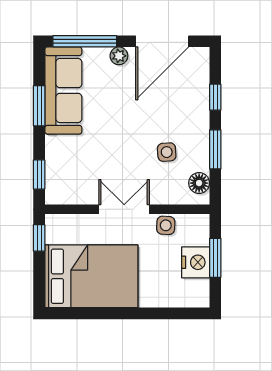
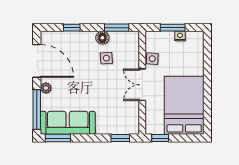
window: (39, 106) -> (58, 138), moved
window: (215, 149) -> (117, 28), moved
floor lamp: (199, 183) -> (102, 38), moved
nightstand: (196, 262) -> (180, 36), width x0.53, depth x0.56

